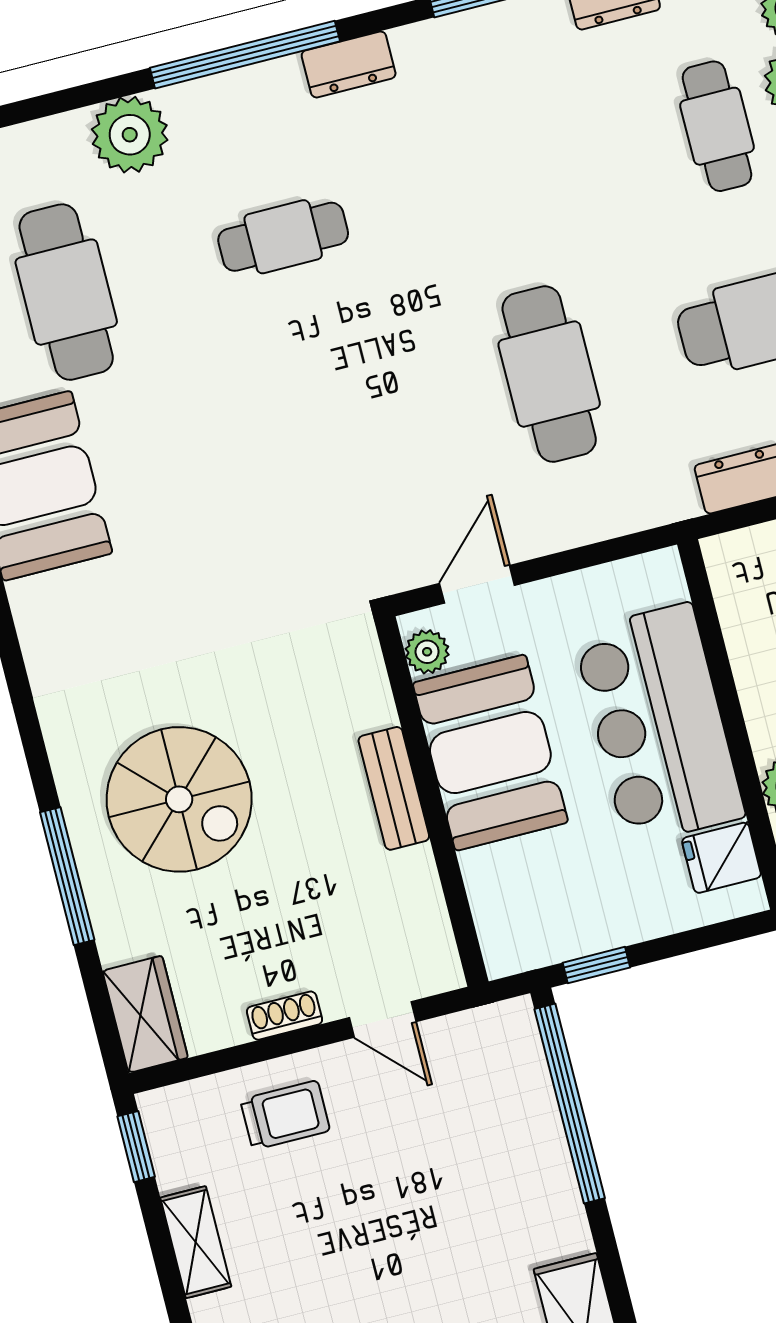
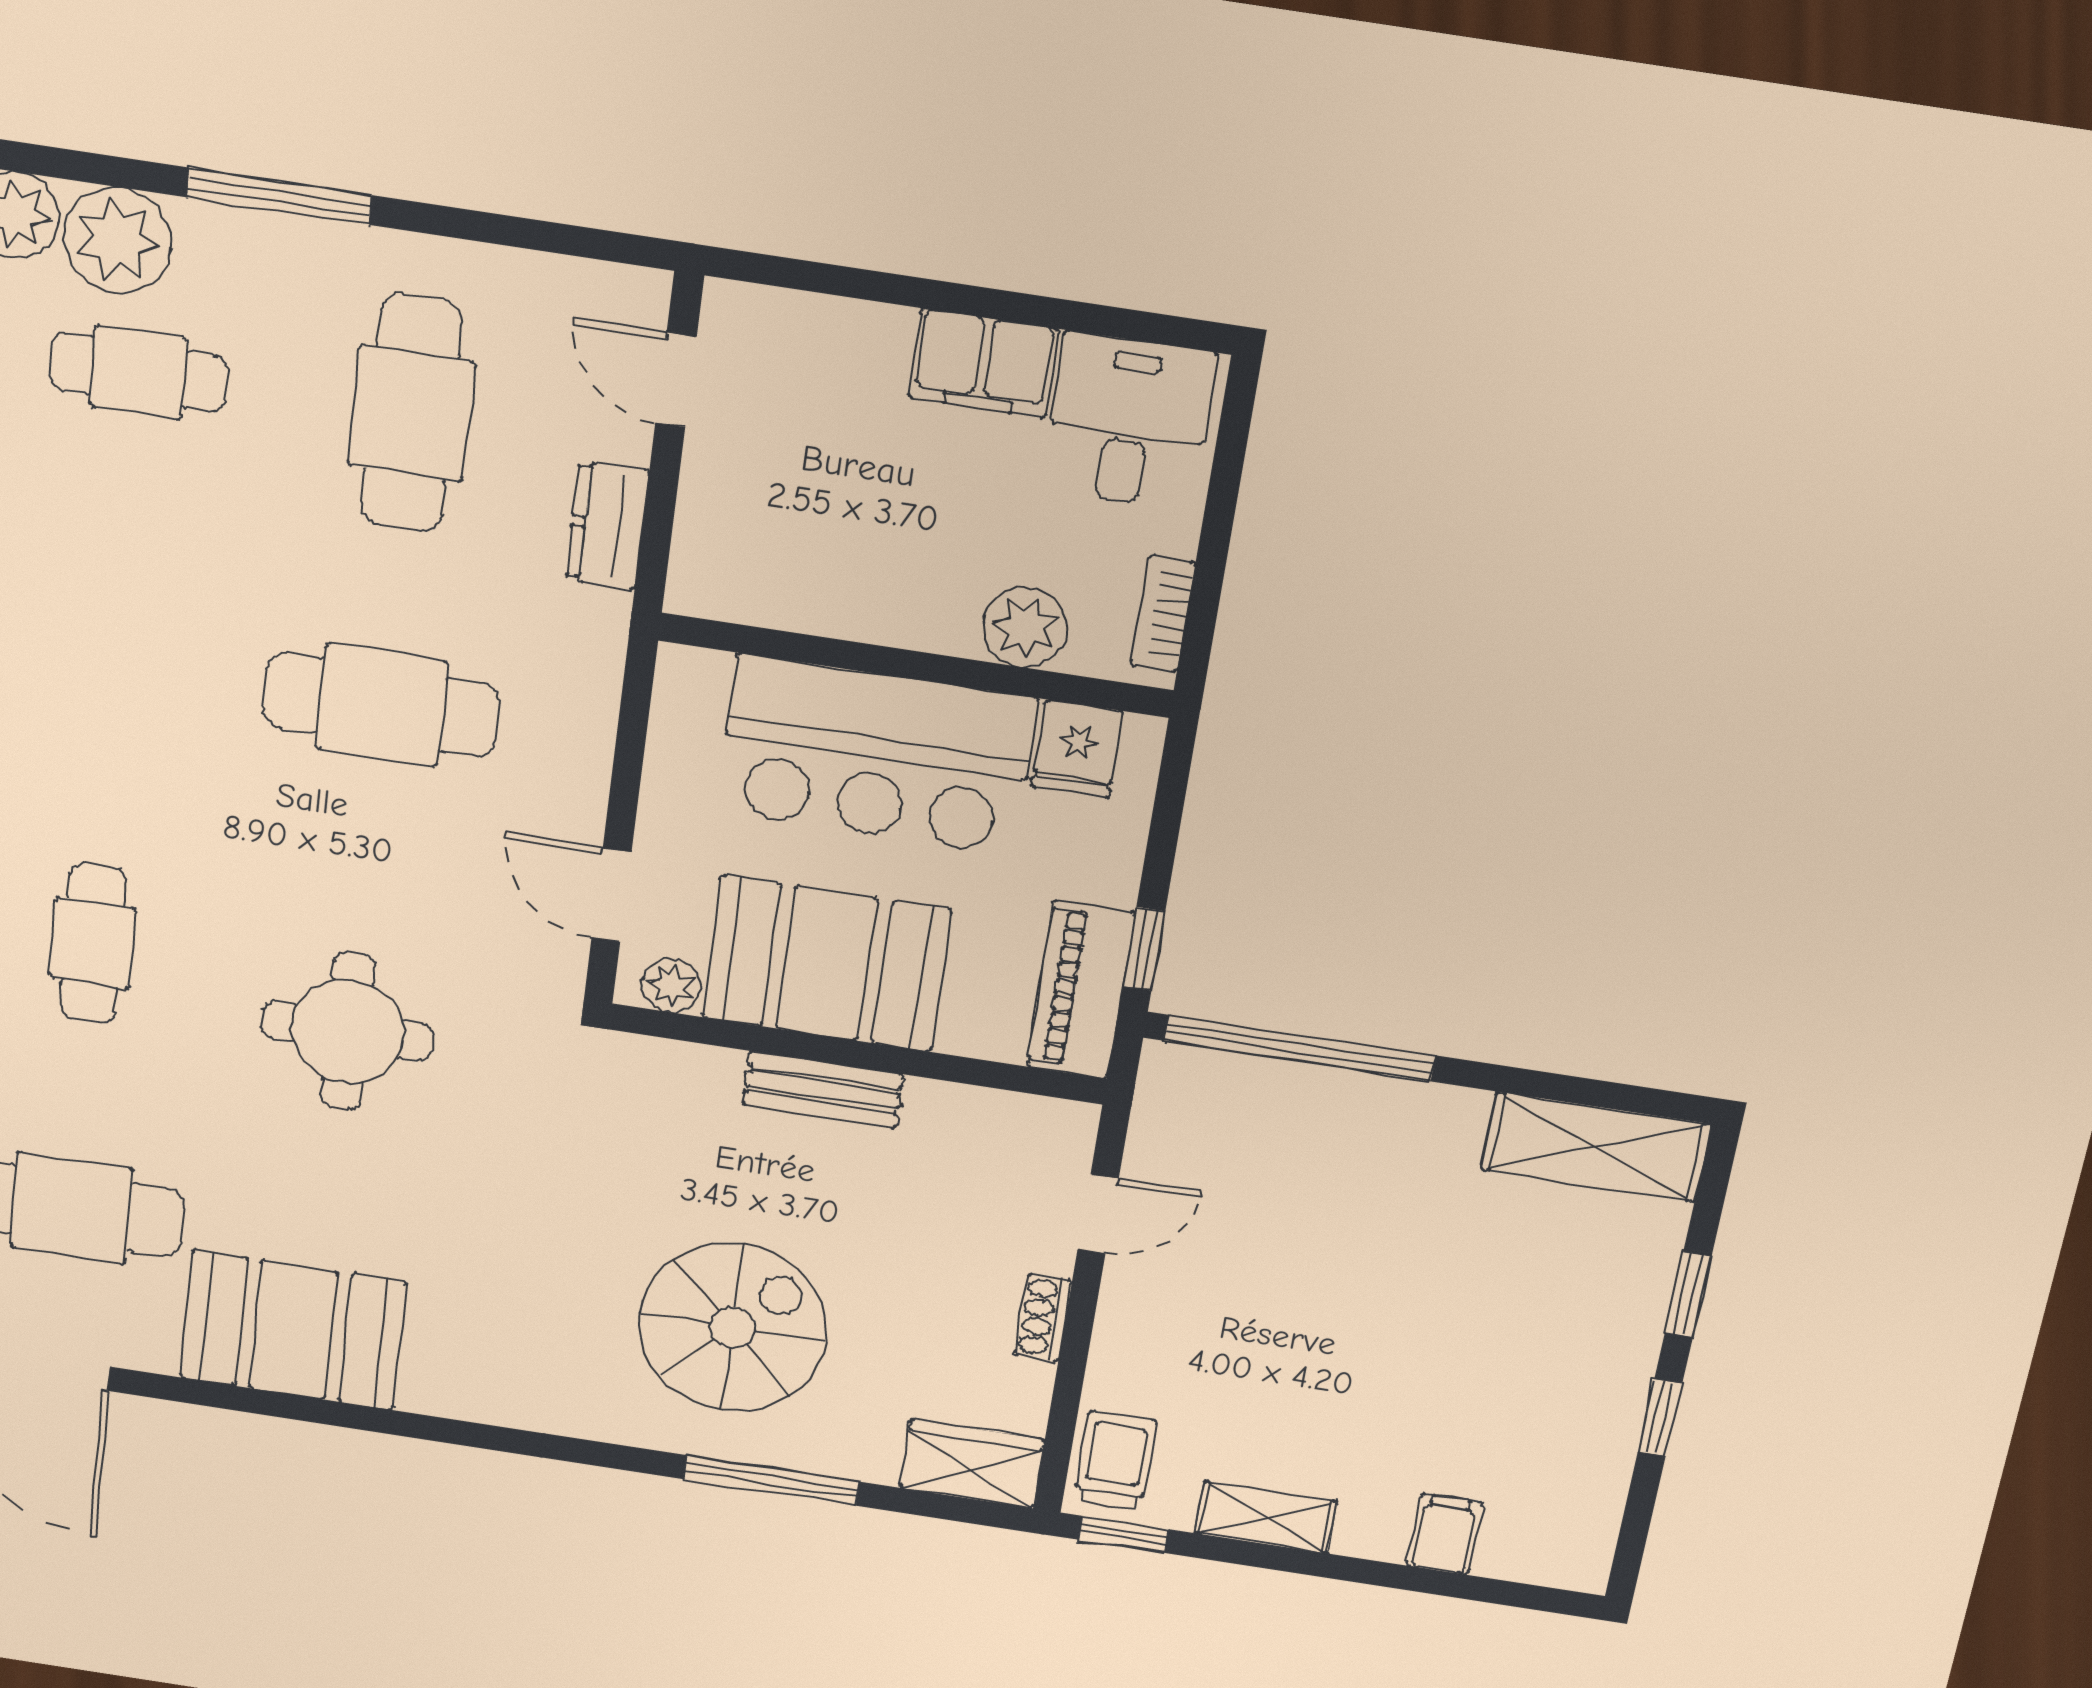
round table: (293, 439) -> (348, 1031), added
piano: (547, 935) -> (1081, 990), added
trolley: (285, 1115) -> (1115, 1460), moved

